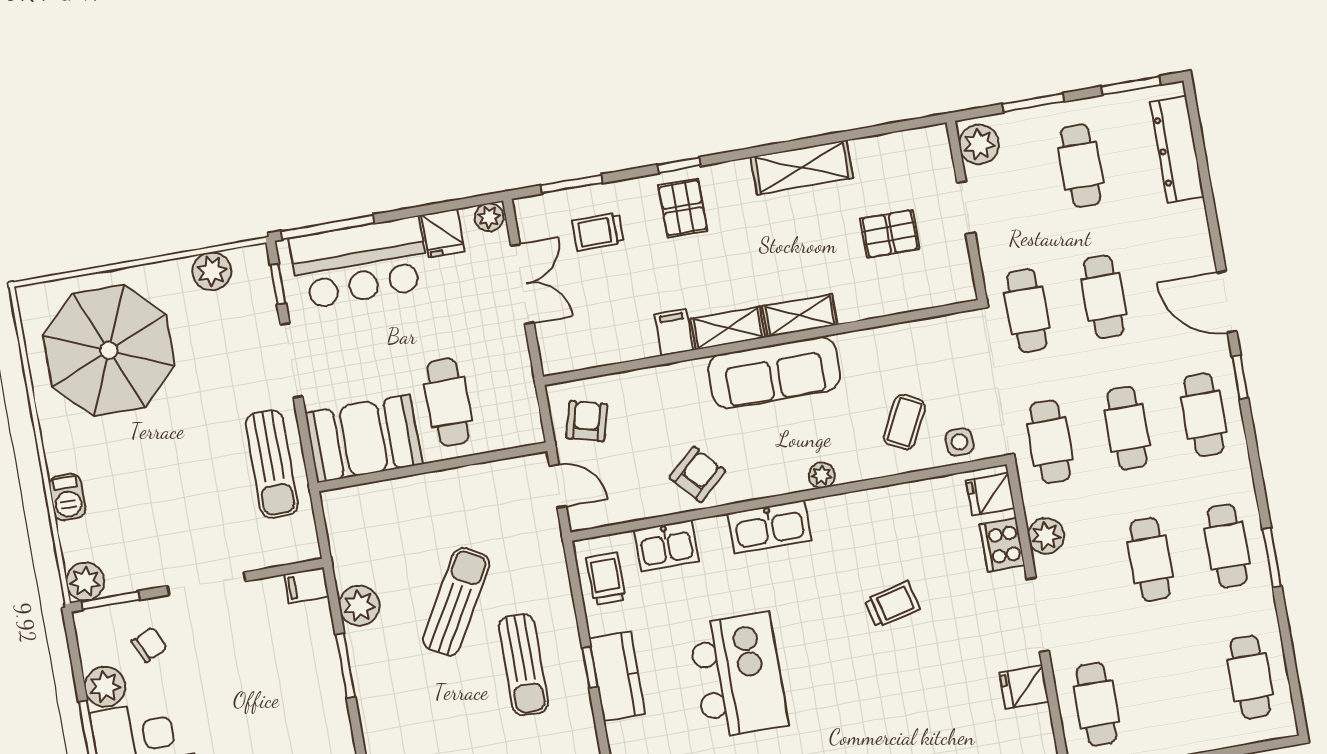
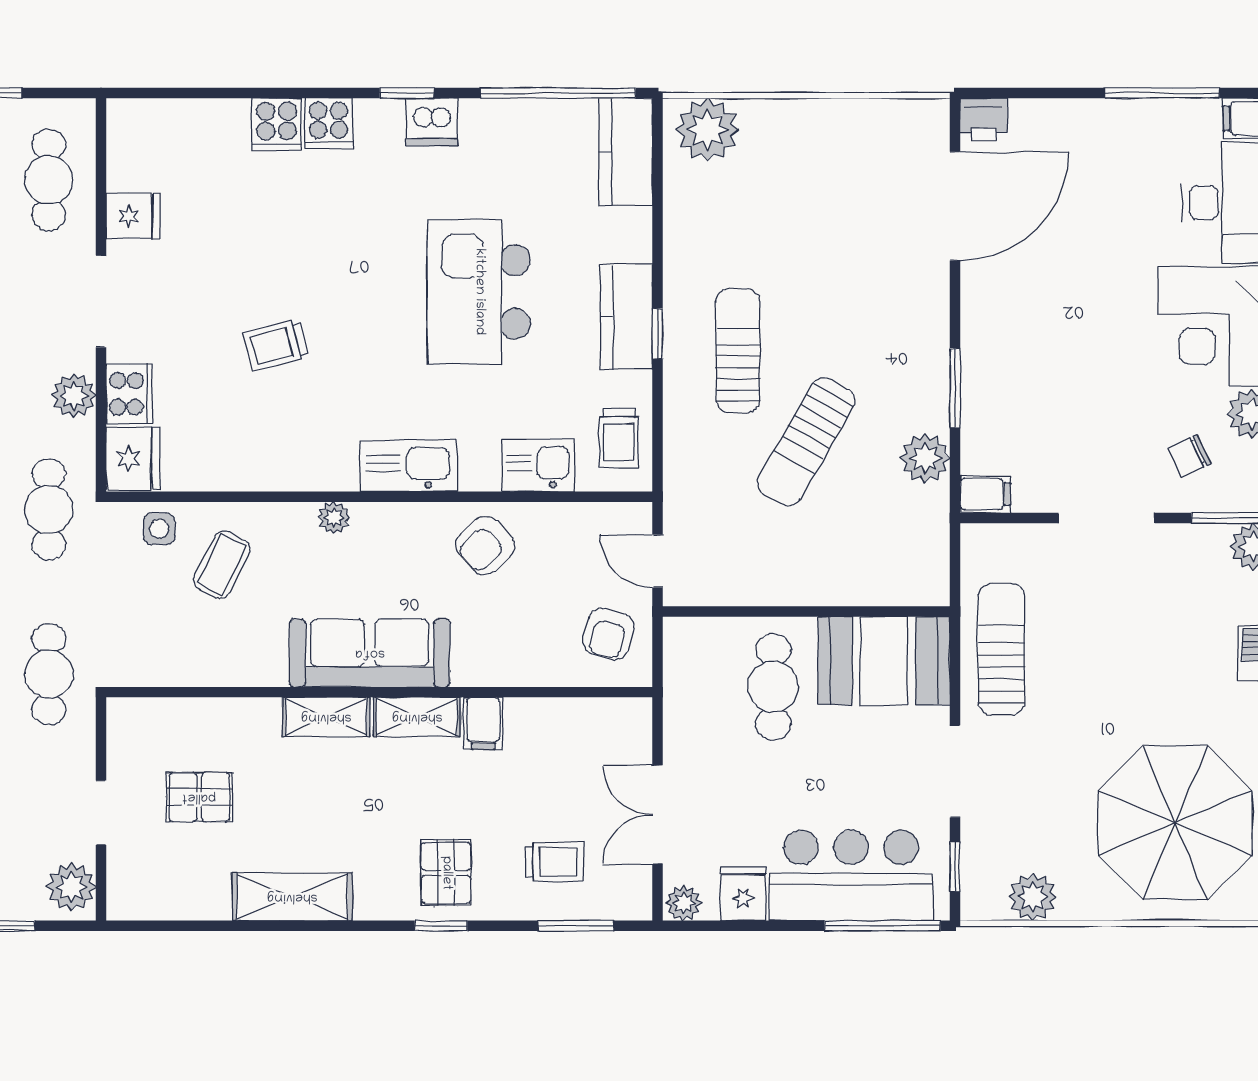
fridge: (990, 494) -> (133, 458), width x1.38

